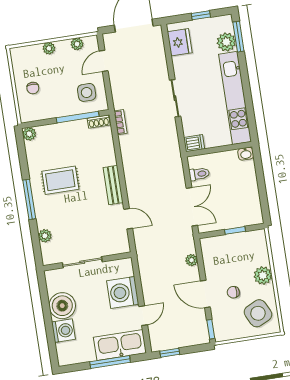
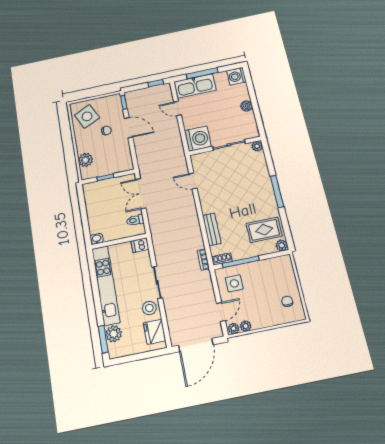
window: (201, 15) -> (136, 357), removed
plant: (49, 48) -> (234, 329), moved
stool: (185, 69) -> (149, 308), added
chair: (33, 88) -> (287, 301), moved
rug: (60, 180) -> (264, 230), moved
bench: (113, 185) -> (212, 229), moved
plant: (45, 236) -> (257, 146), moved
plant: (192, 260) -> (140, 152), removed
plant: (263, 276) -> (85, 160), moved
washing machine: (123, 292) -> (198, 139), moved
boiler: (62, 306) -> (247, 106), width x0.54, depth x0.54
door: (143, 316) -> (178, 108), hinge flipped
washing machine: (63, 331) -> (236, 76), moved

